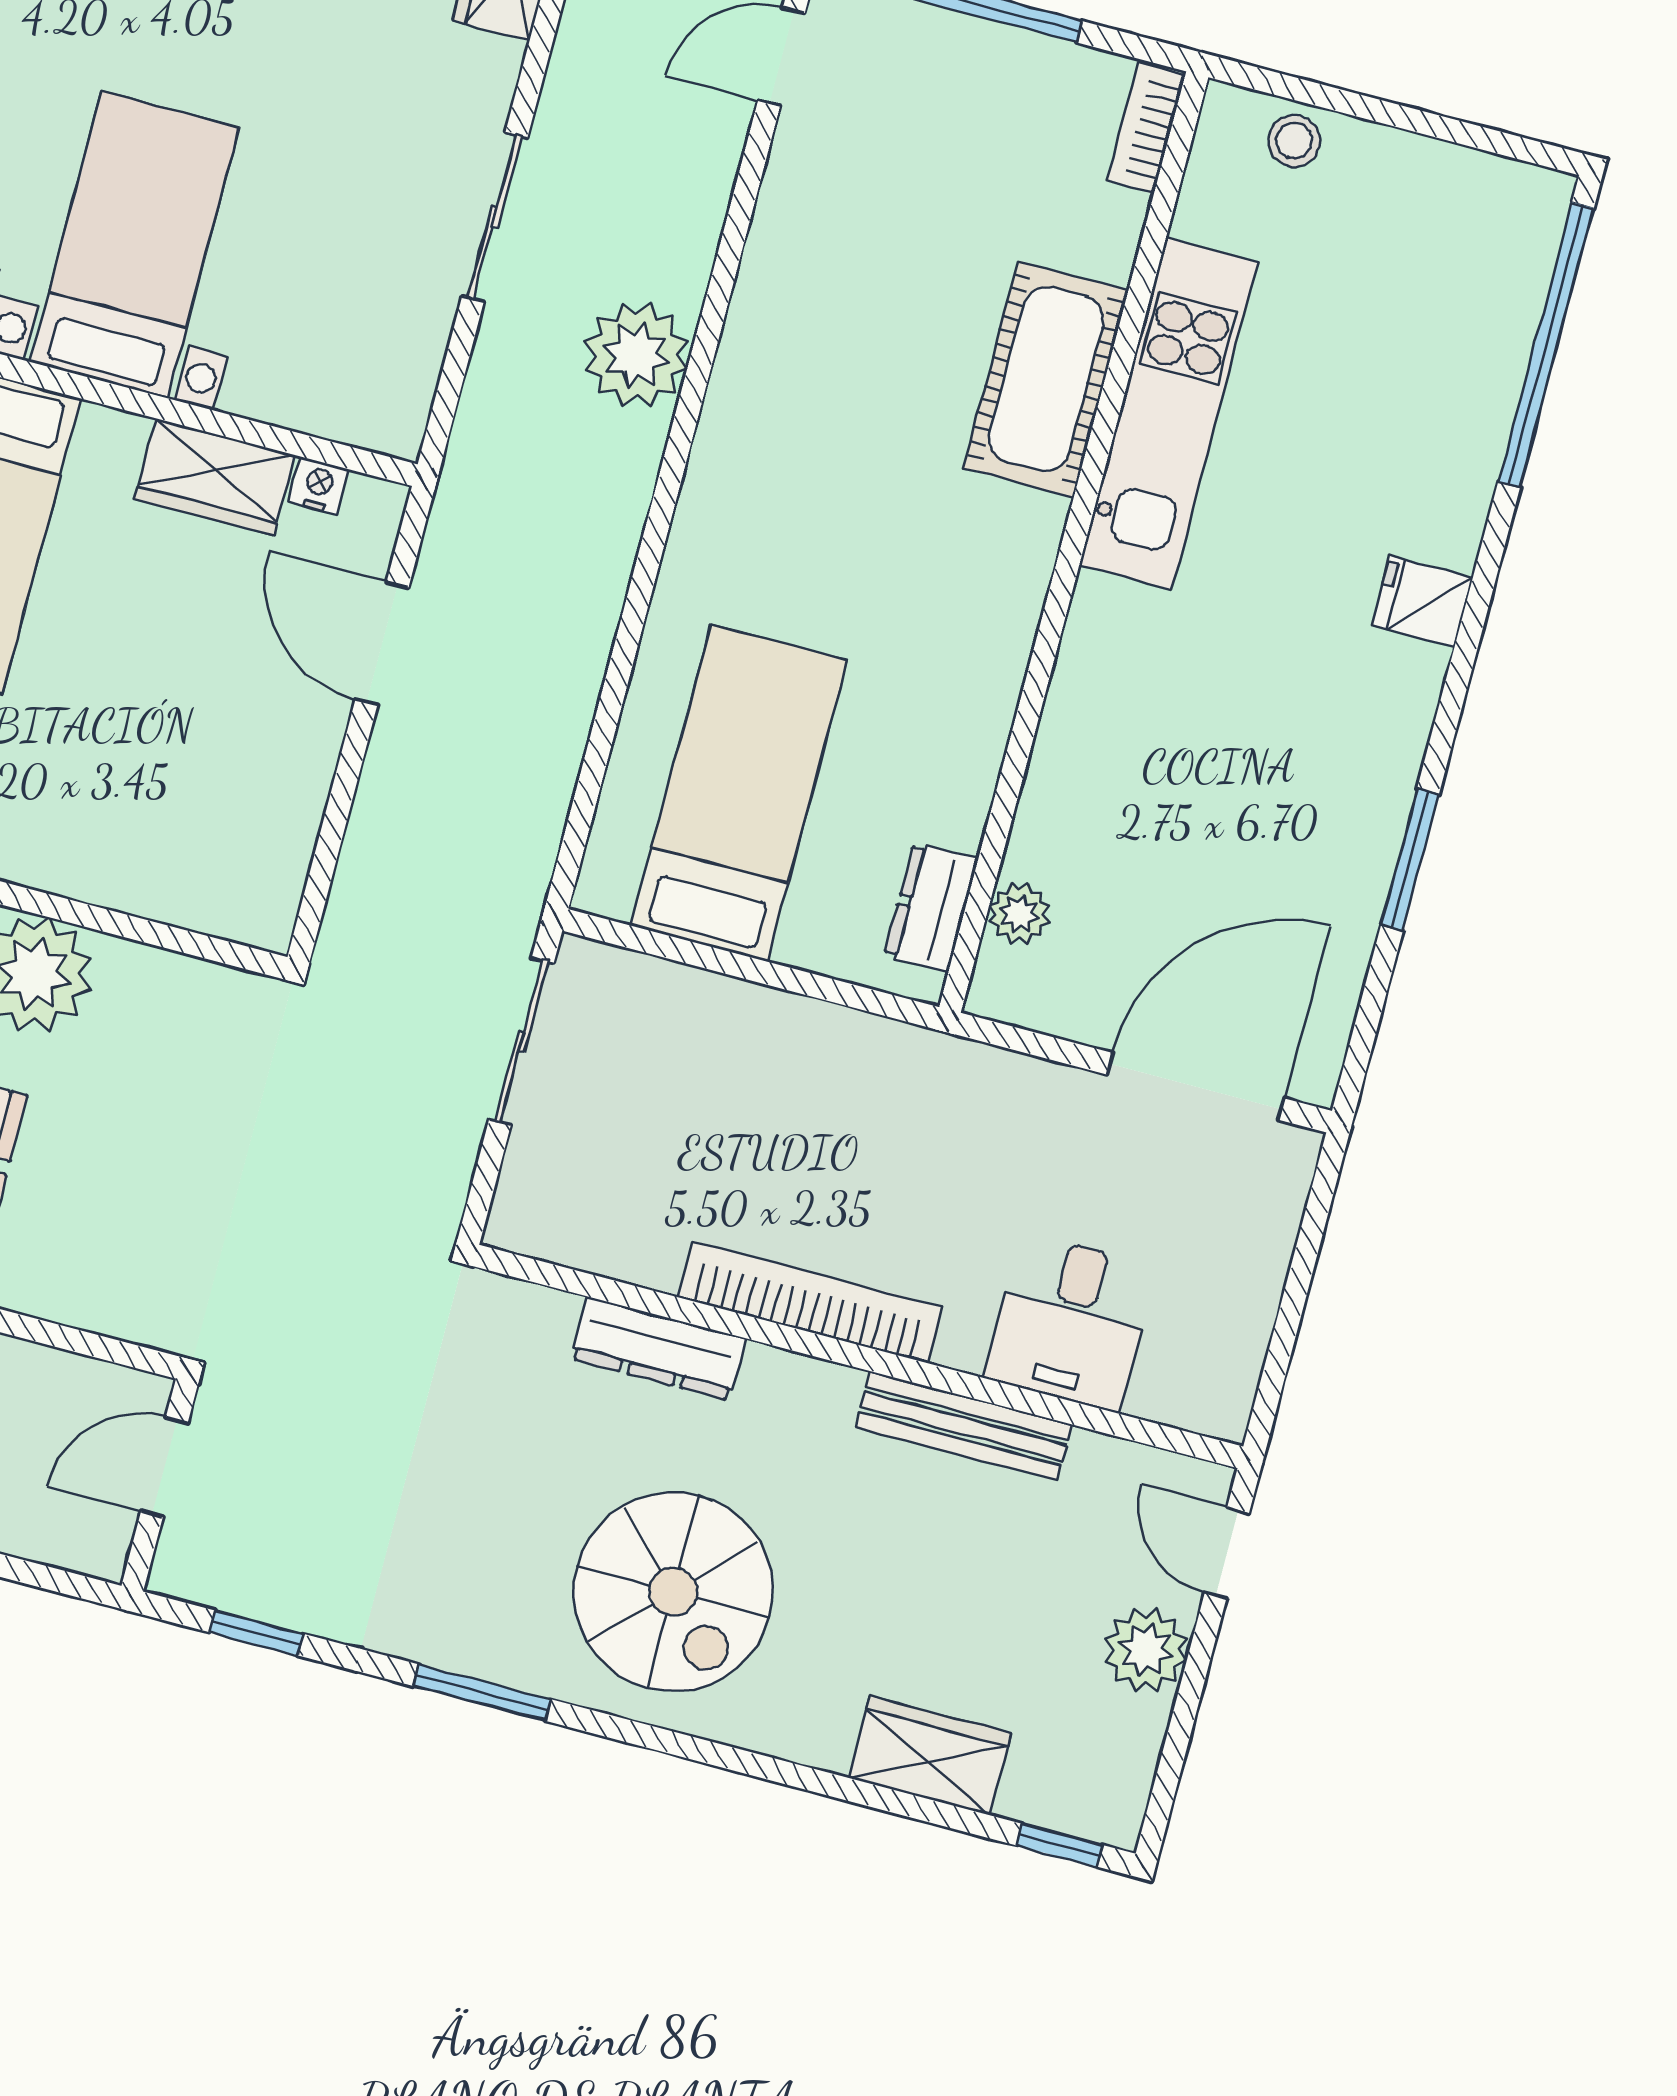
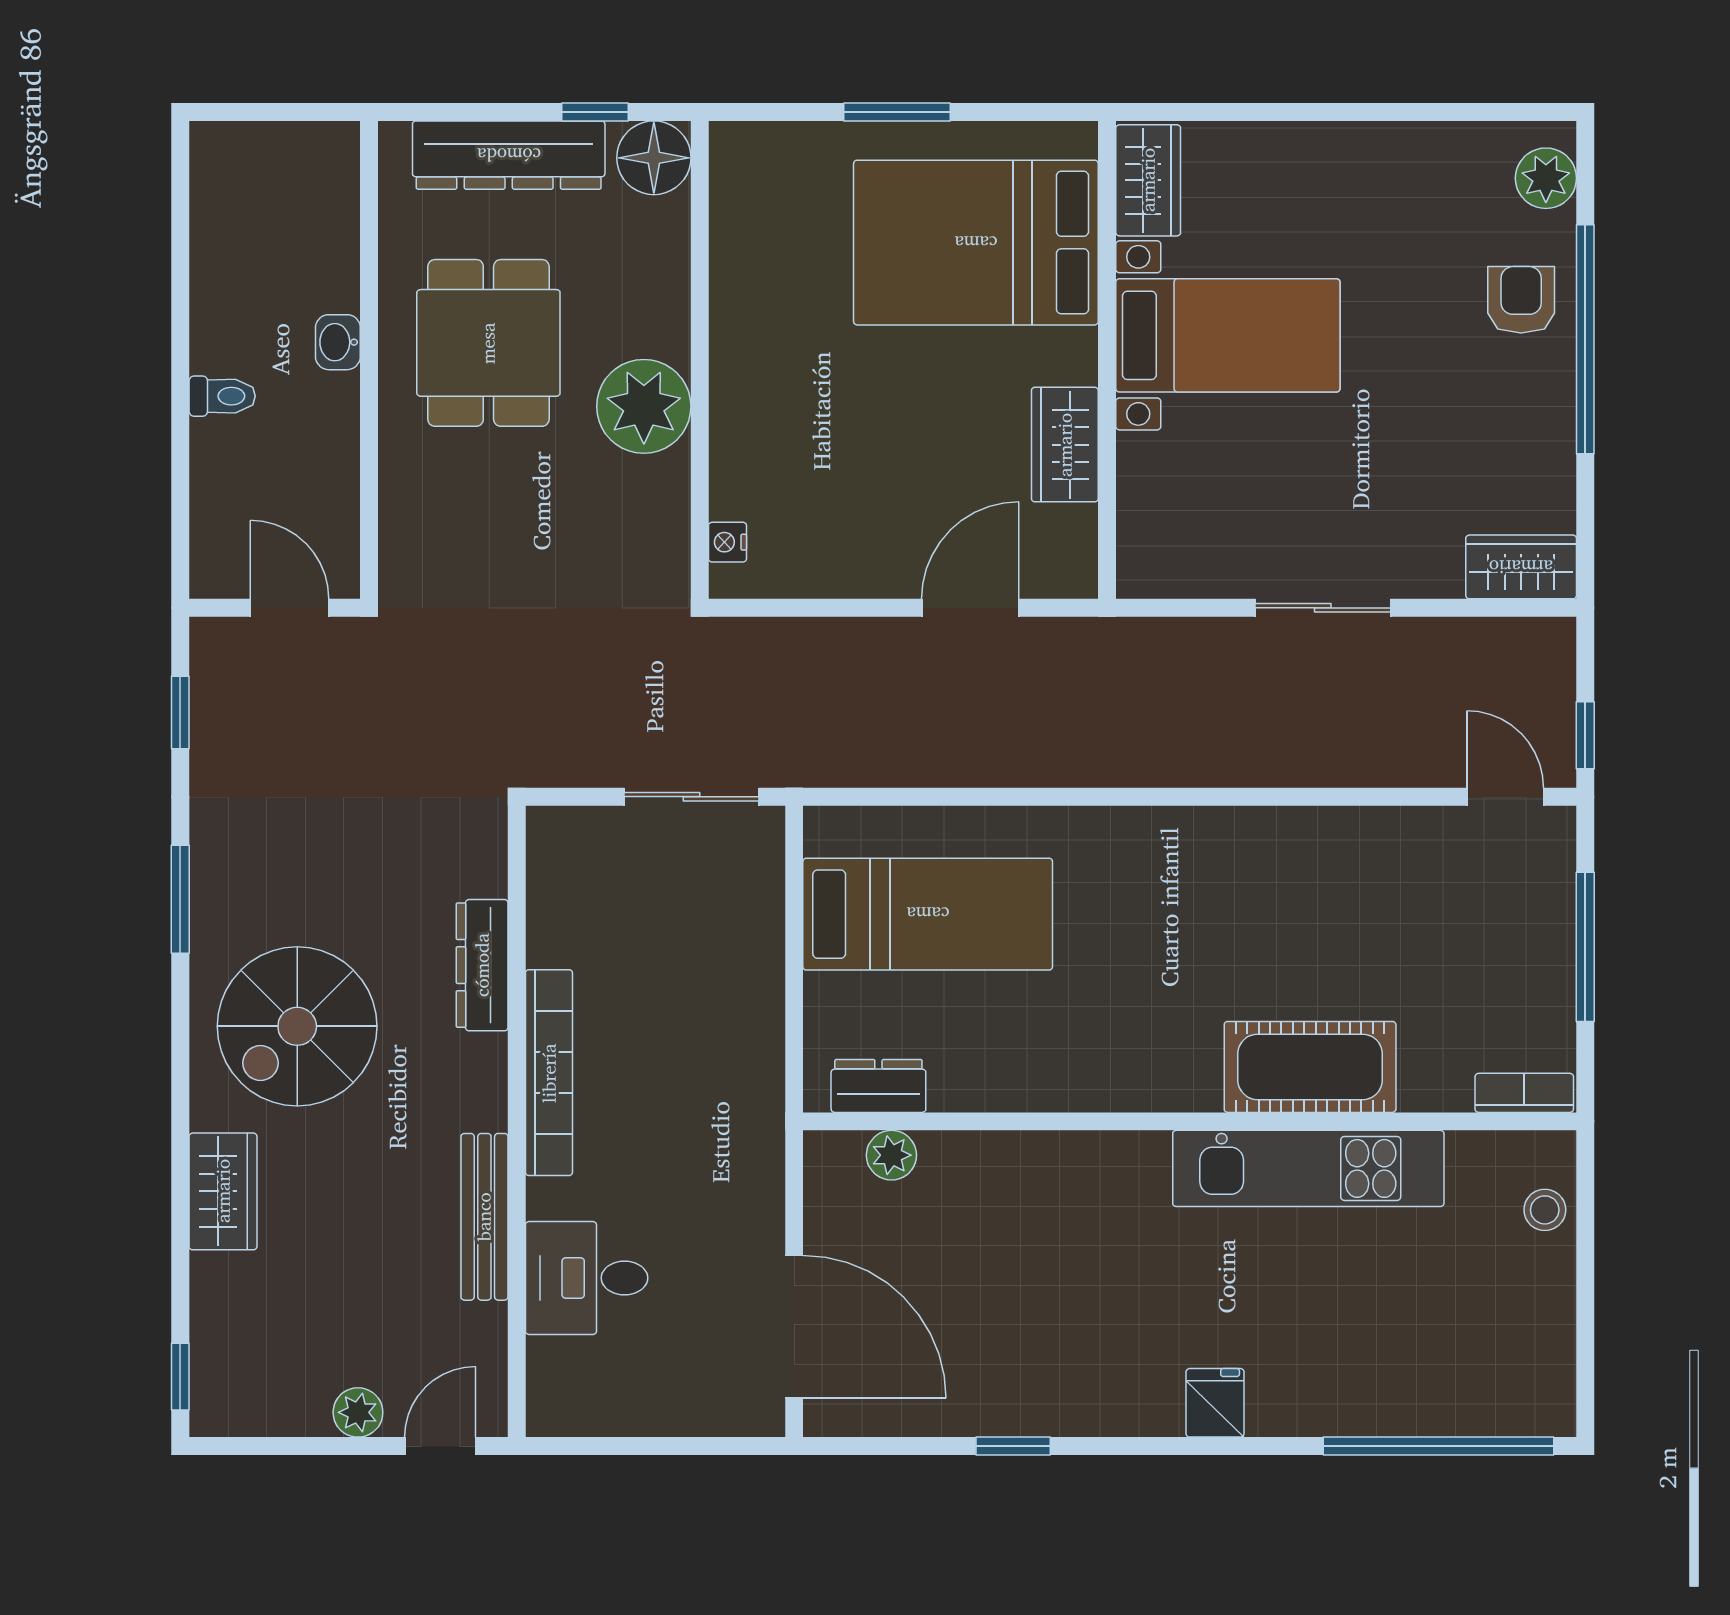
plant: (636, 355) -> (1245, 745), removed
nightstand: (319, 486) -> (727, 542), moved, turned 180
window: (1410, 860) -> (1013, 1446), width x0.67
plant: (1146, 1650) -> (358, 1412), width x0.73, depth x0.73
wardrobe: (930, 1756) -> (223, 1191), moved

